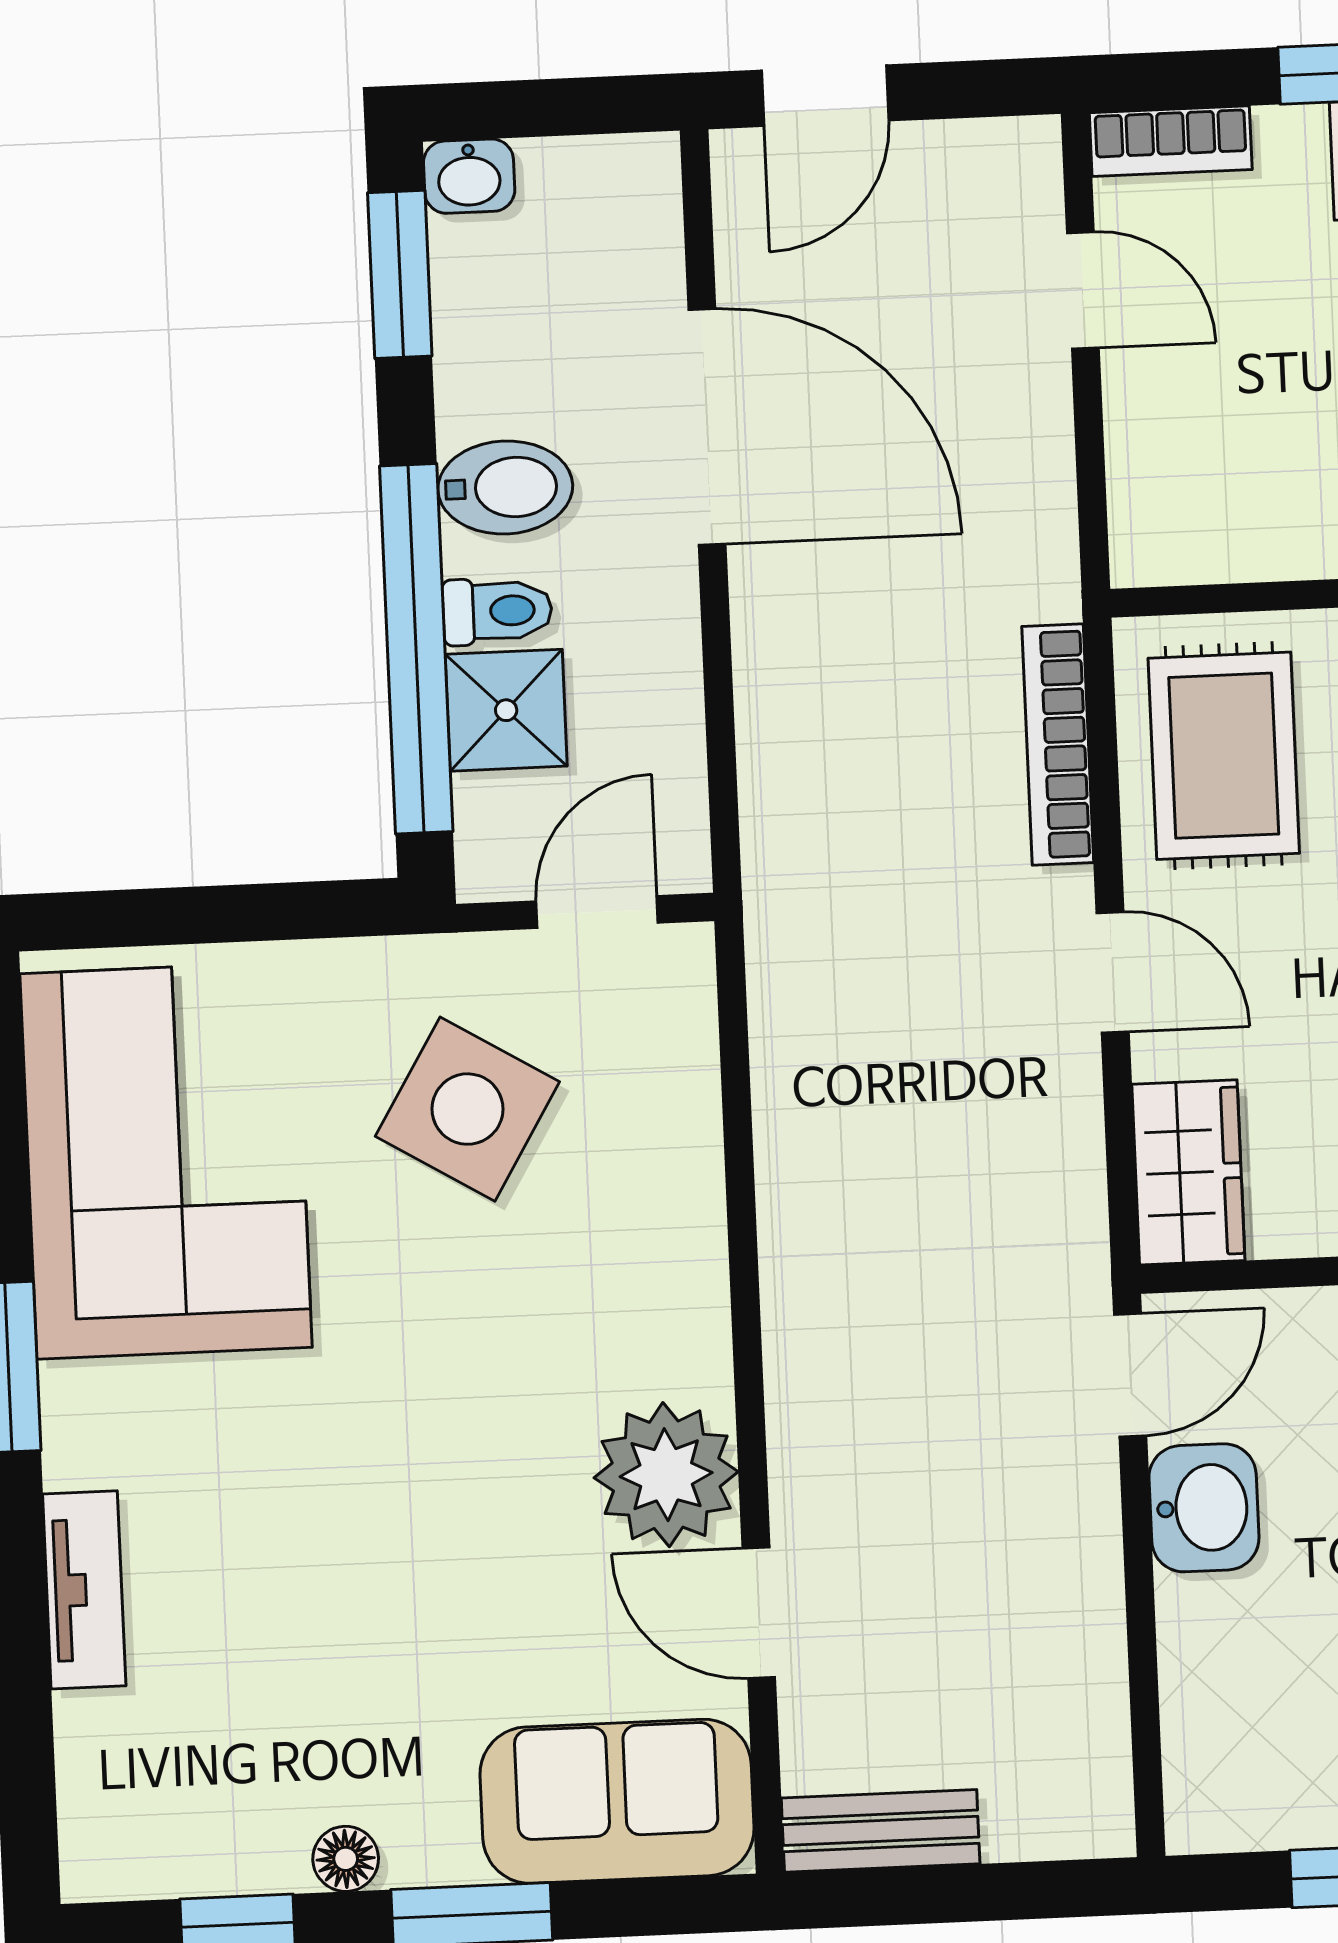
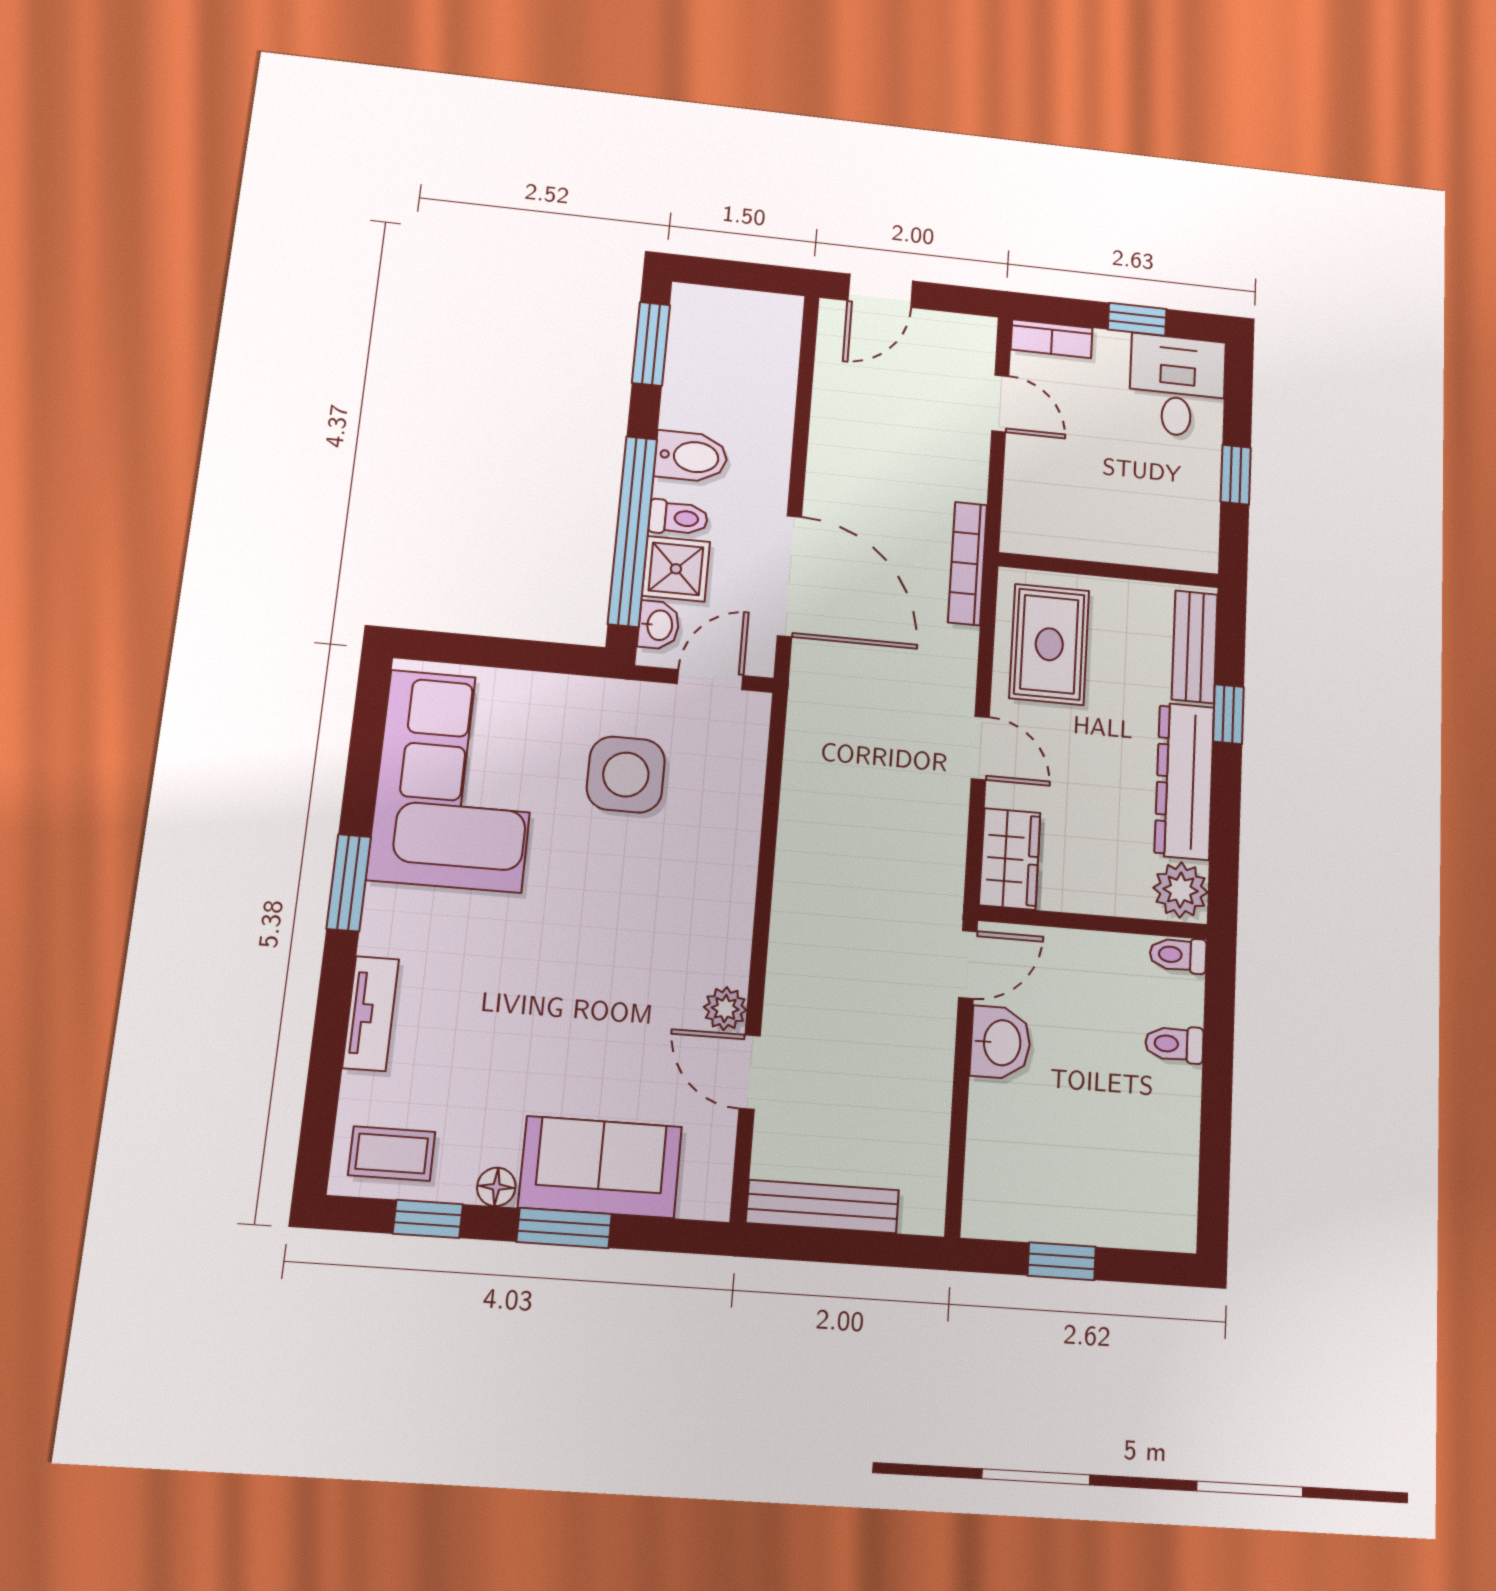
washbasin: (469, 176) -> (659, 625), moved, turned -90
door: (707, 427) -> (789, 576), moved
bookcase: (1058, 744) -> (968, 563), moved
side table: (467, 1109) -> (626, 774), turned -31
plant: (666, 1475) -> (725, 1009), width x0.53, depth x0.53
sofa: (617, 1801) -> (600, 1167), moved
coffee table: (159, 1823) -> (392, 1154), added
bench: (881, 1831) -> (823, 1207), width x1.36

